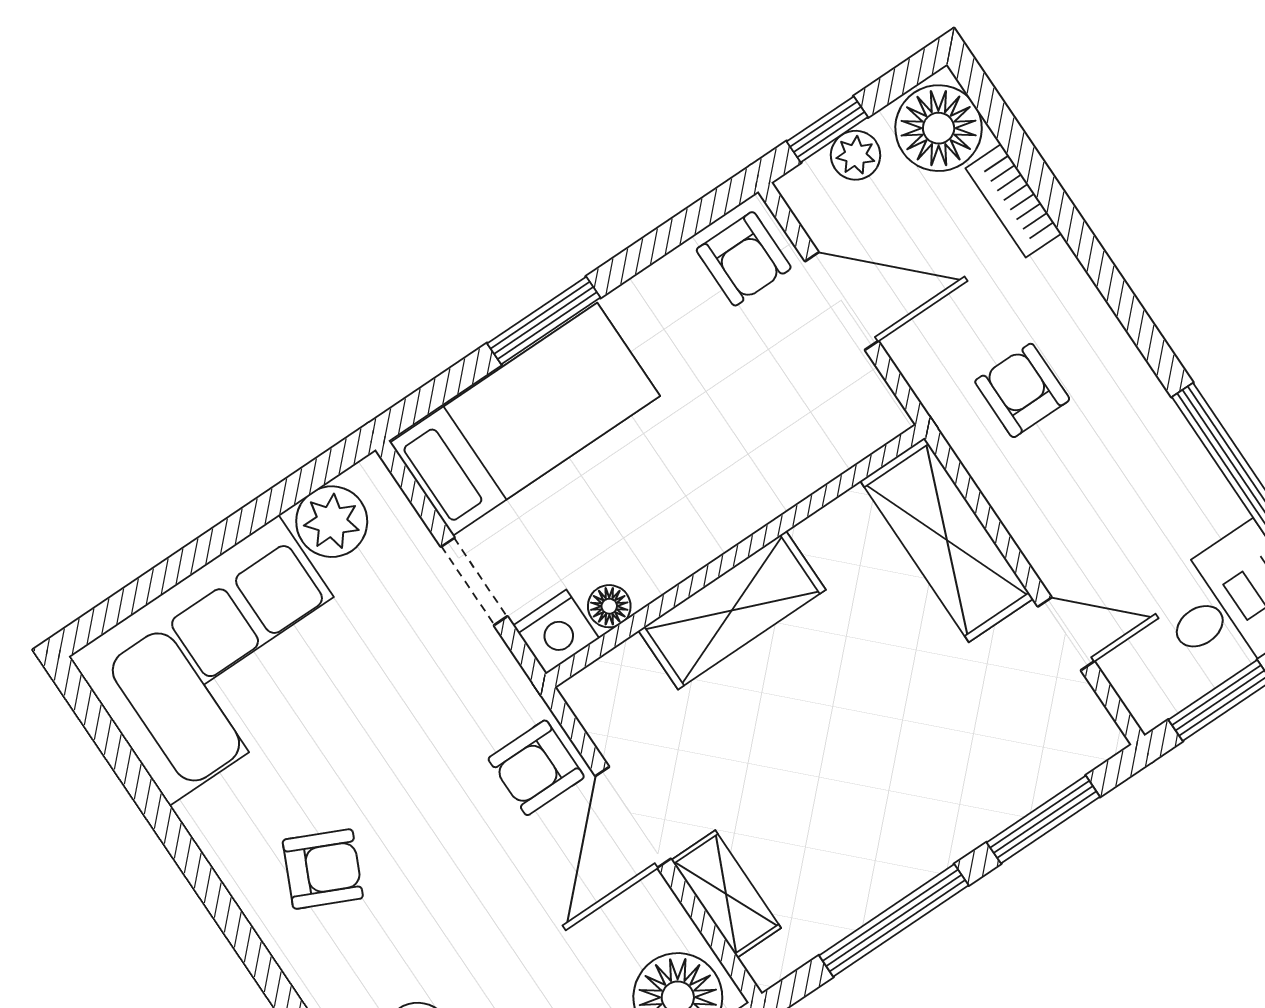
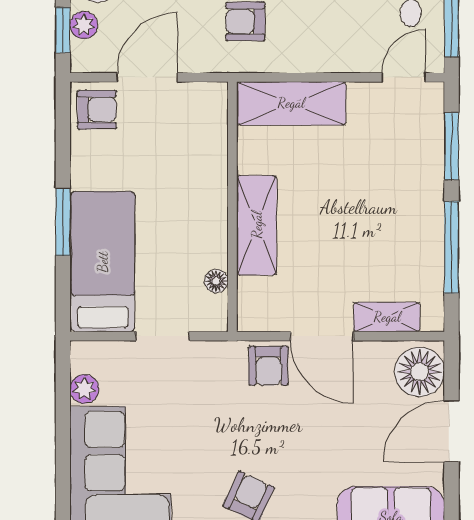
plant: (332, 522) -> (84, 389), width x0.73, depth x0.73
nightstand: (556, 632) -> (212, 314), removed
door: (1066, 634) -> (404, 77), moved

